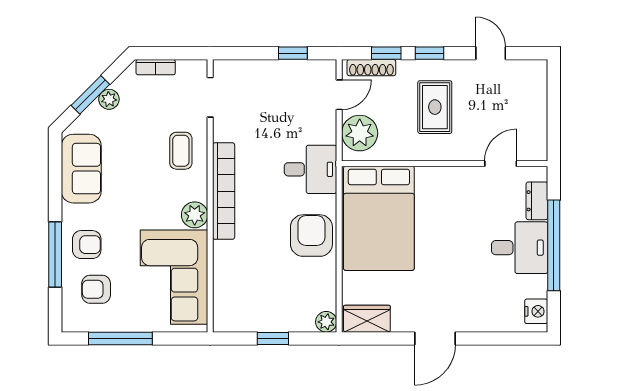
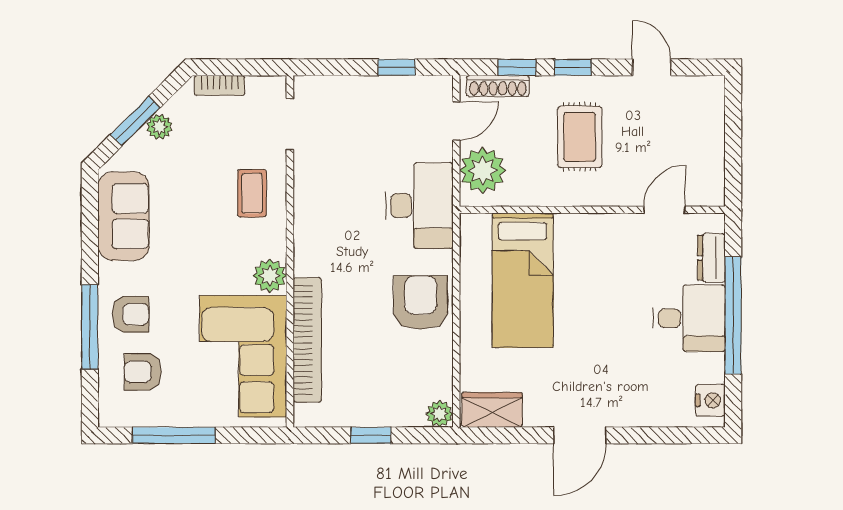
desk: (311, 169) -> (419, 205), width x1.37
bookcase: (224, 191) -> (307, 340), moved
bed: (379, 218) -> (523, 280), width x0.67

